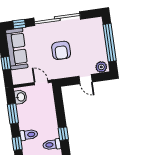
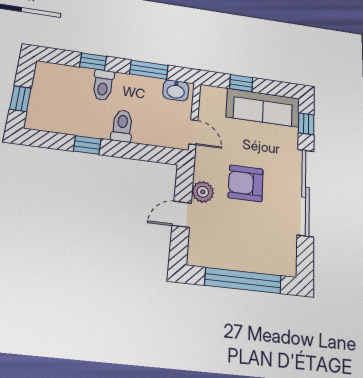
plant: (101, 67) -> (203, 192), moved
door: (41, 83) -> (193, 132), hinge flipped
toilet: (52, 145) -> (122, 126), moved

